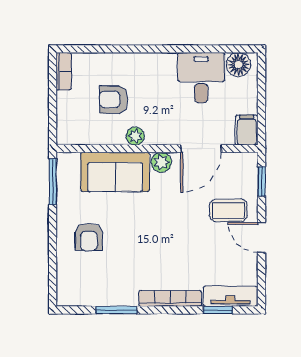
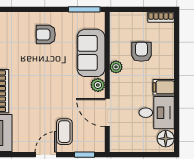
filing cabinet: (247, 130) -> (164, 87), moved, turned 180

